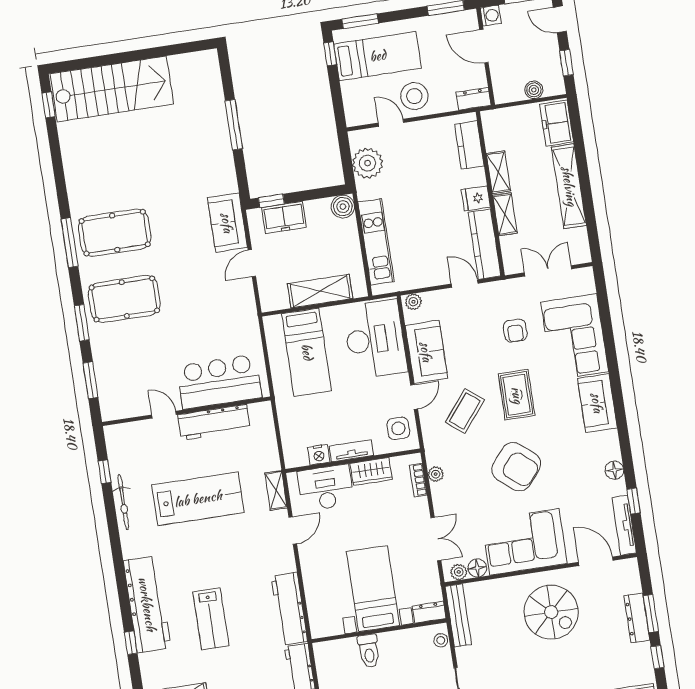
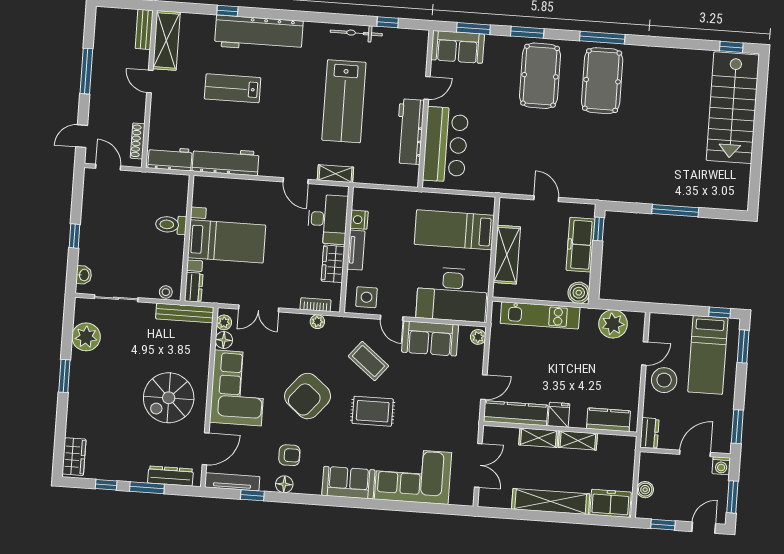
freezer: (284, 217) -> (580, 245), width x1.40
sofa: (227, 223) -> (458, 47), moved, turned 180
armchair: (515, 331) -> (289, 455), moved, turned 180
dresser: (637, 618) -> (171, 476), moved

